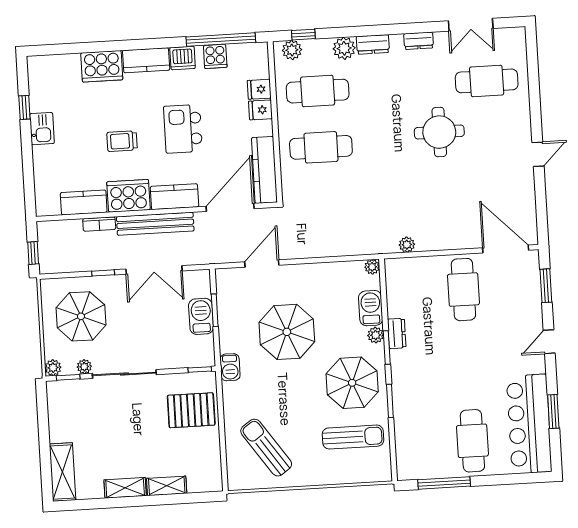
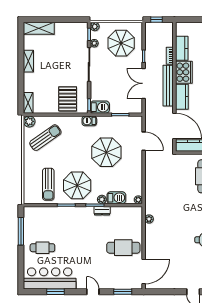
barbecue: (201, 316) -> (100, 107), moved
cafe table: (472, 441) -> (42, 248), width x0.73, depth x0.74
plant: (238, 480) -> (29, 121), added
shelving: (167, 486) -> (28, 103), moved

